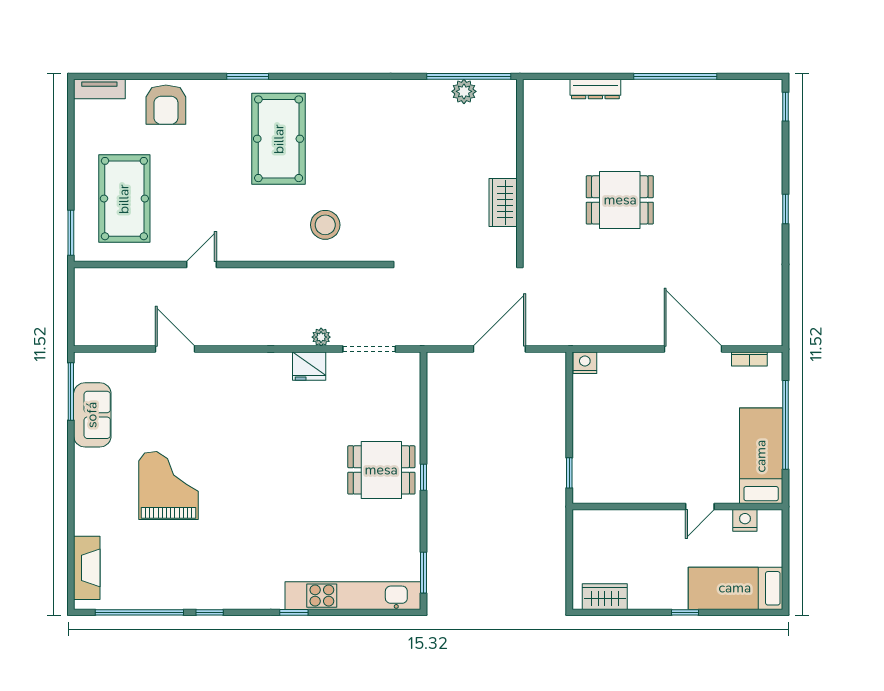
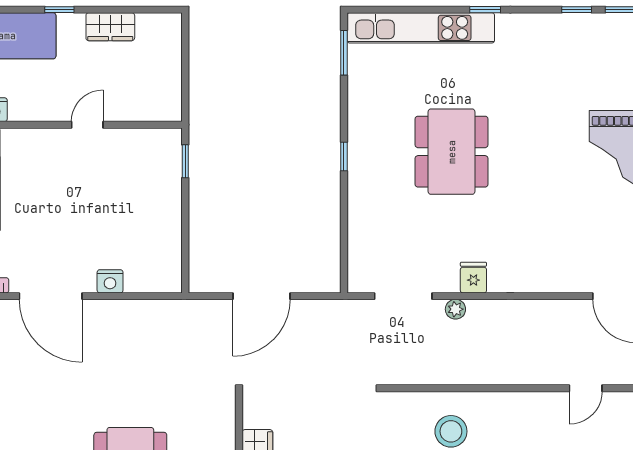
nightstand: (585, 363) -> (110, 281), moved
fridge: (309, 366) -> (473, 278), width x0.72
dining table: (381, 470) -> (452, 152), moved, width x1.38
door: (700, 507) -> (87, 125), moved
wardrobe: (605, 597) -> (110, 27), moved

